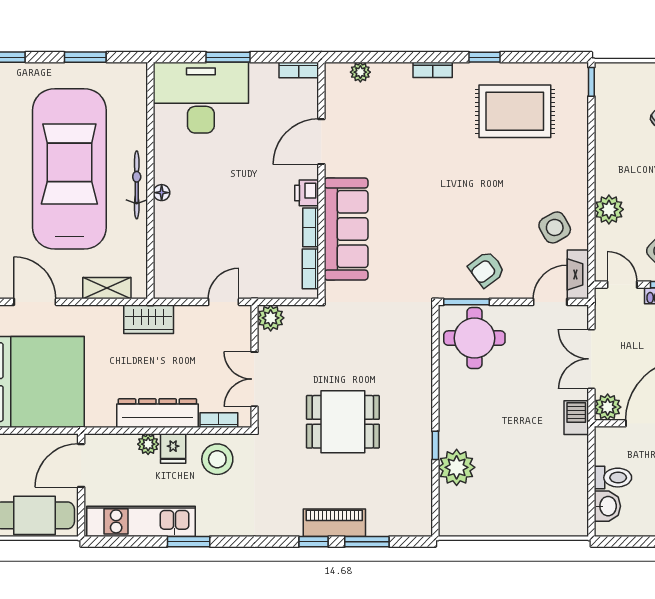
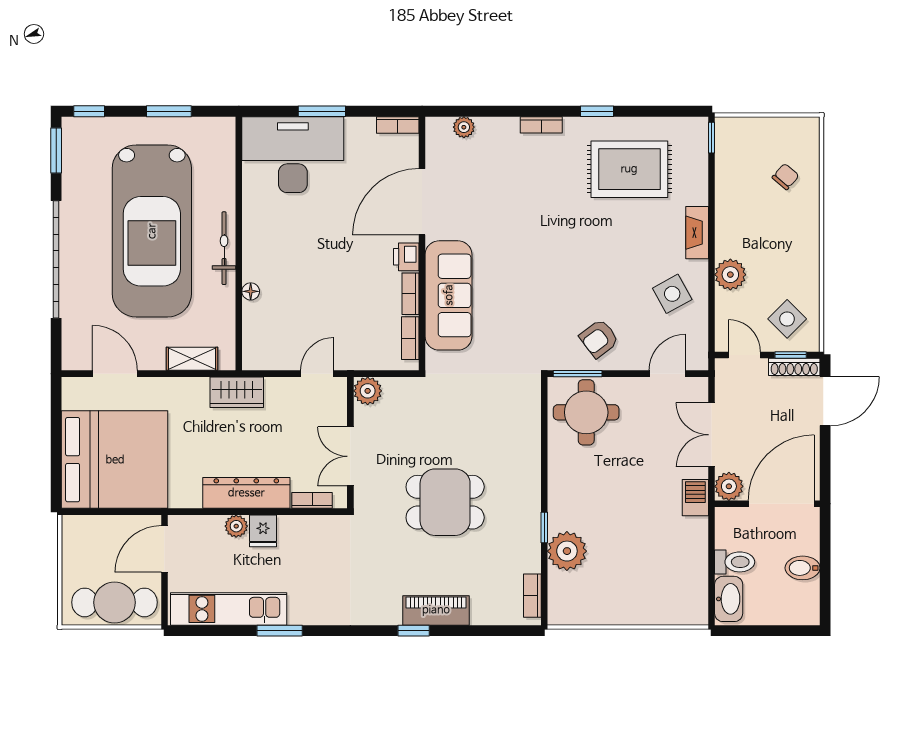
door: (321, 142) -> (422, 202), width x1.36
car: (69, 169) -> (152, 231), turned 180
floor lamp: (162, 193) -> (251, 291), moved
fireplace: (578, 274) -> (697, 233), moved
stool: (217, 459) -> (310, 542), removed
washbasin: (607, 506) -> (729, 599), width x1.38
bookcase: (424, 509) -> (532, 596), added
window: (367, 542) -> (471, 631), removed

